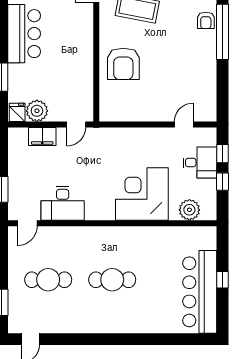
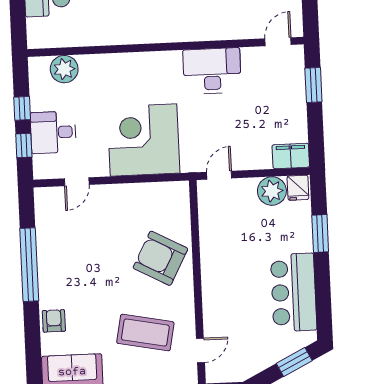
window: (222, 32) -> (29, 265), moved
armchair: (123, 64) -> (160, 258), turned -62
filing cabinet: (42, 137) -> (291, 156), moved
corner desk: (142, 194) -> (143, 140), moved, turned 180
desk: (63, 203) -> (212, 71), moved

